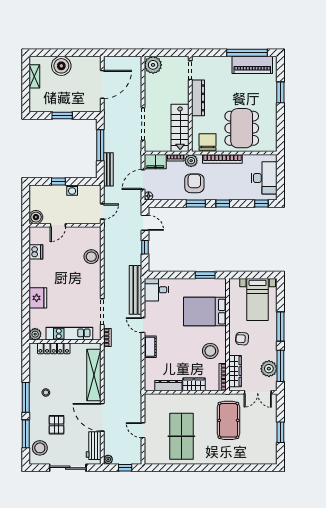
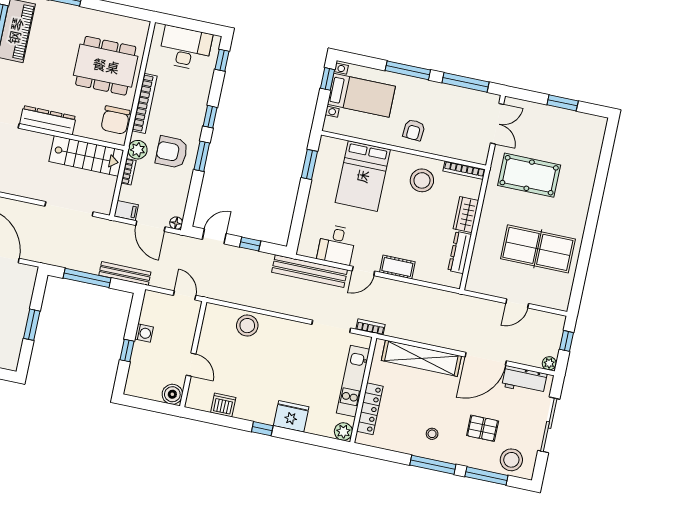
chair: (208, 142) -> (115, 120), turned -90
filing cabinet: (155, 162) -> (126, 210), width x0.50
window: (264, 275) -> (327, 79), added
window: (26, 281) -> (262, 429), added
desk: (156, 290) -> (337, 245), moved
plant: (269, 369) -> (466, 100), removed
wardrobe: (235, 371) -> (459, 150), removed

